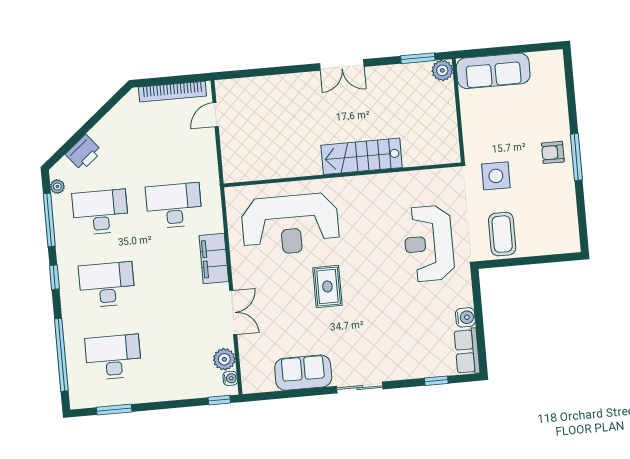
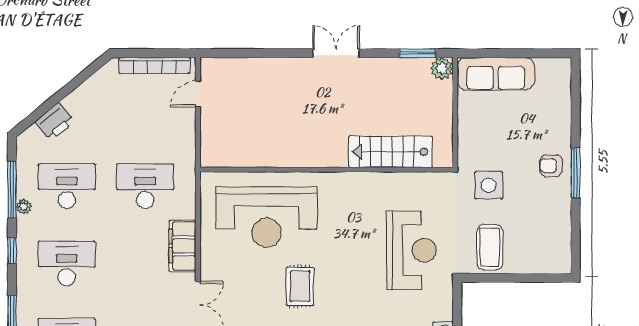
double door: (342, 65) -> (336, 53), swing flipped
stairs: (362, 156) -> (390, 152), moved
plant: (57, 187) -> (24, 207), moved
reception desk: (429, 243) -> (411, 250), turned 180

